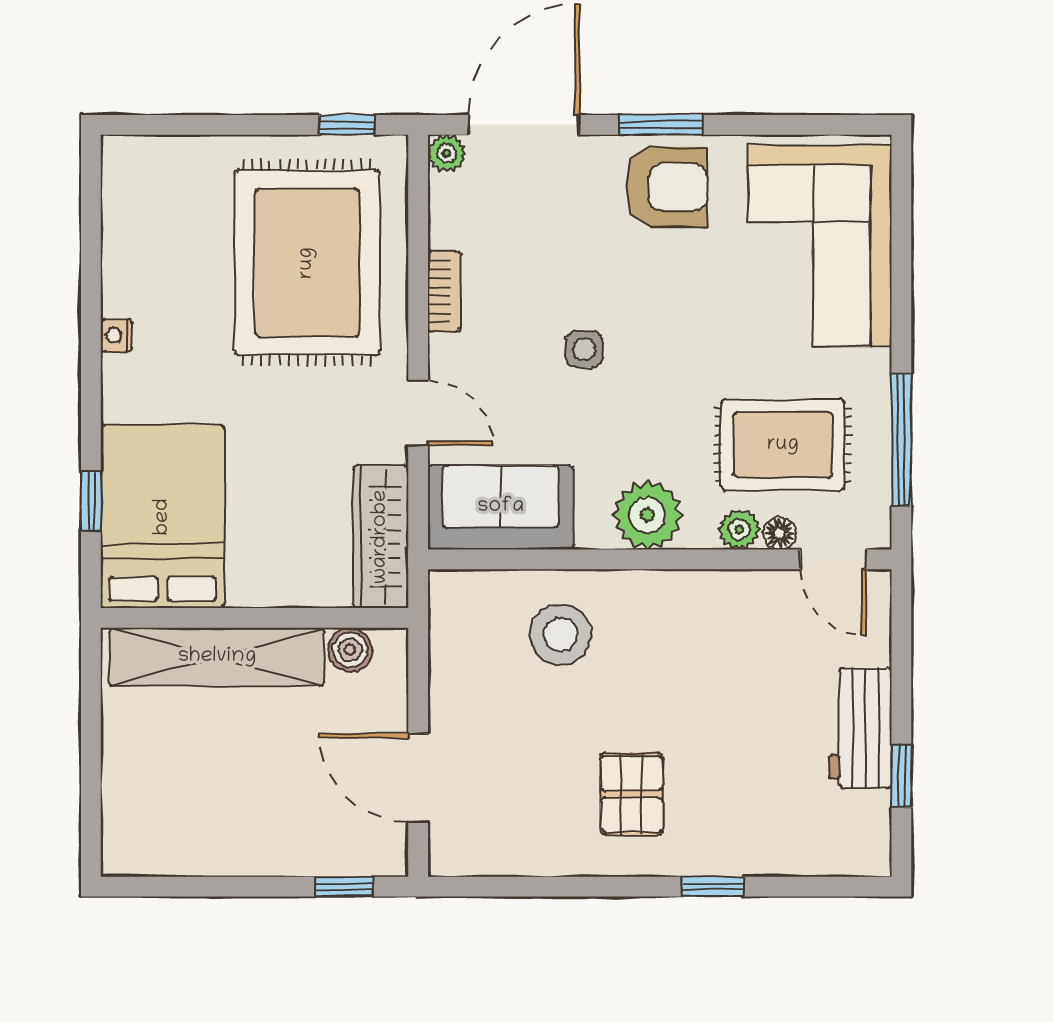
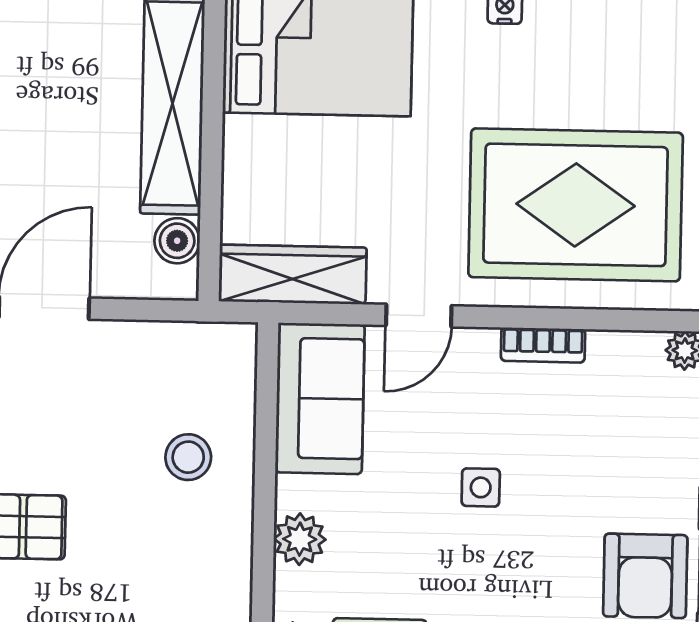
plant: (647, 515) -> (300, 539), width x0.73, depth x0.73
stool: (561, 635) -> (188, 457), width x0.73, depth x0.73

